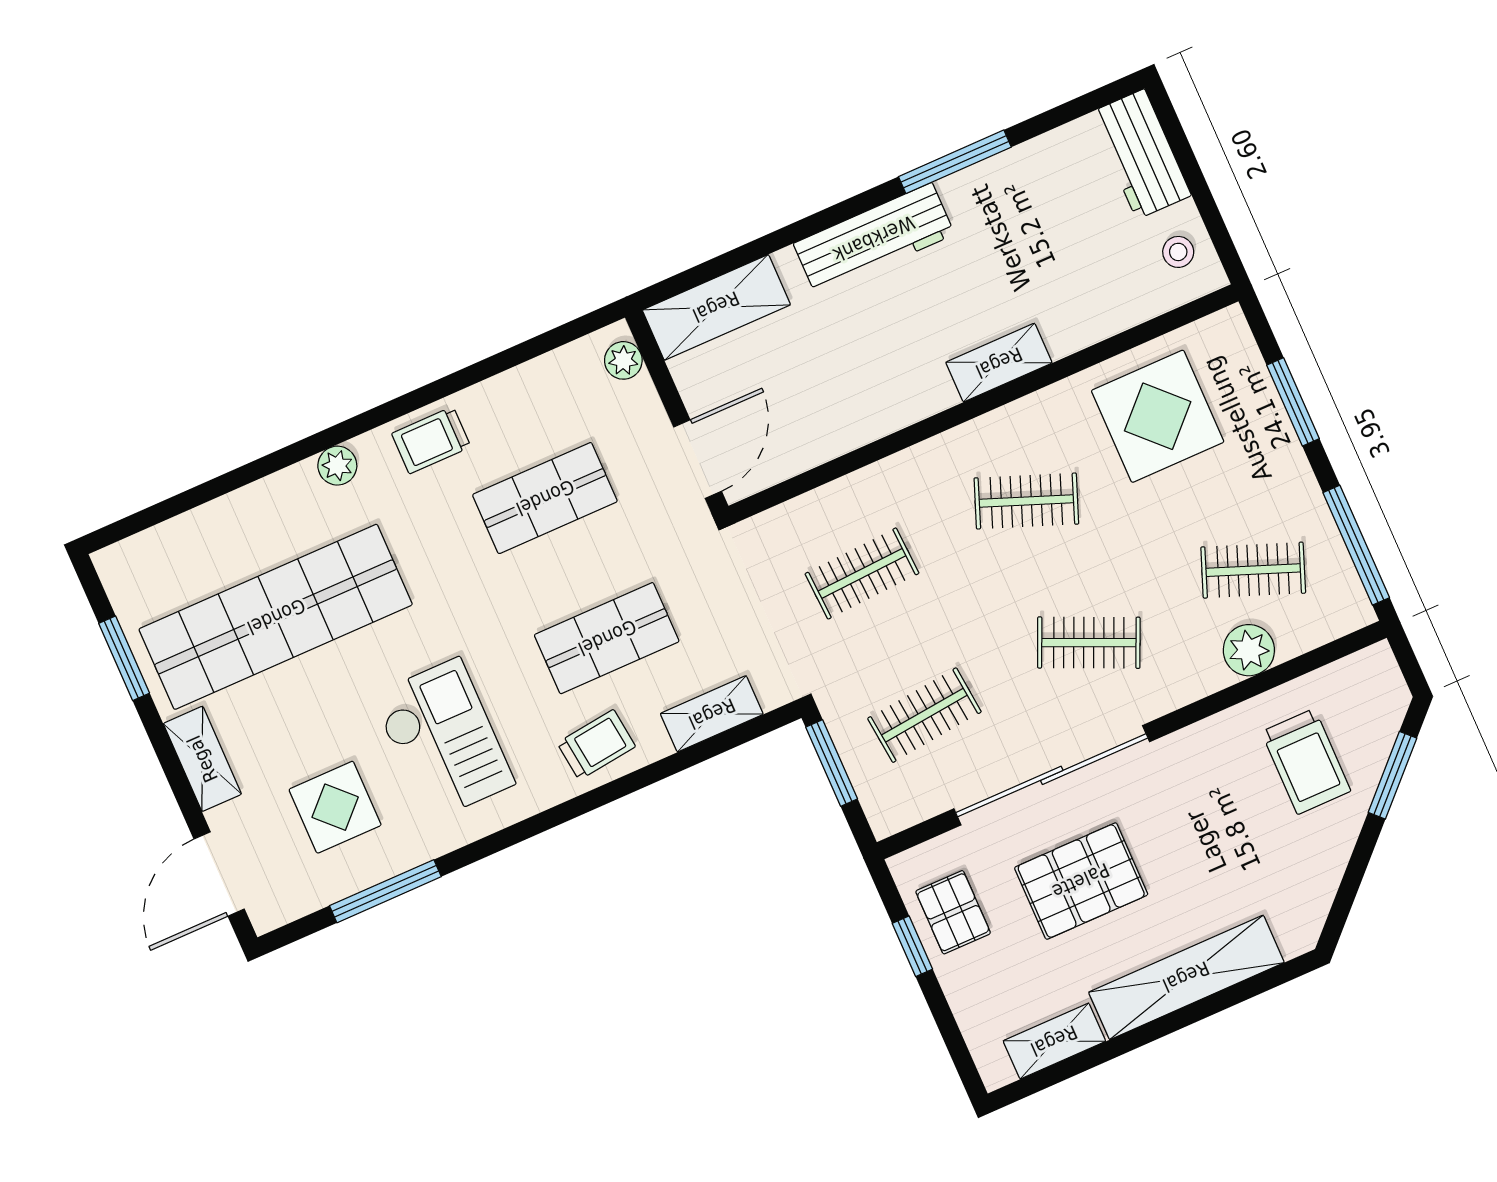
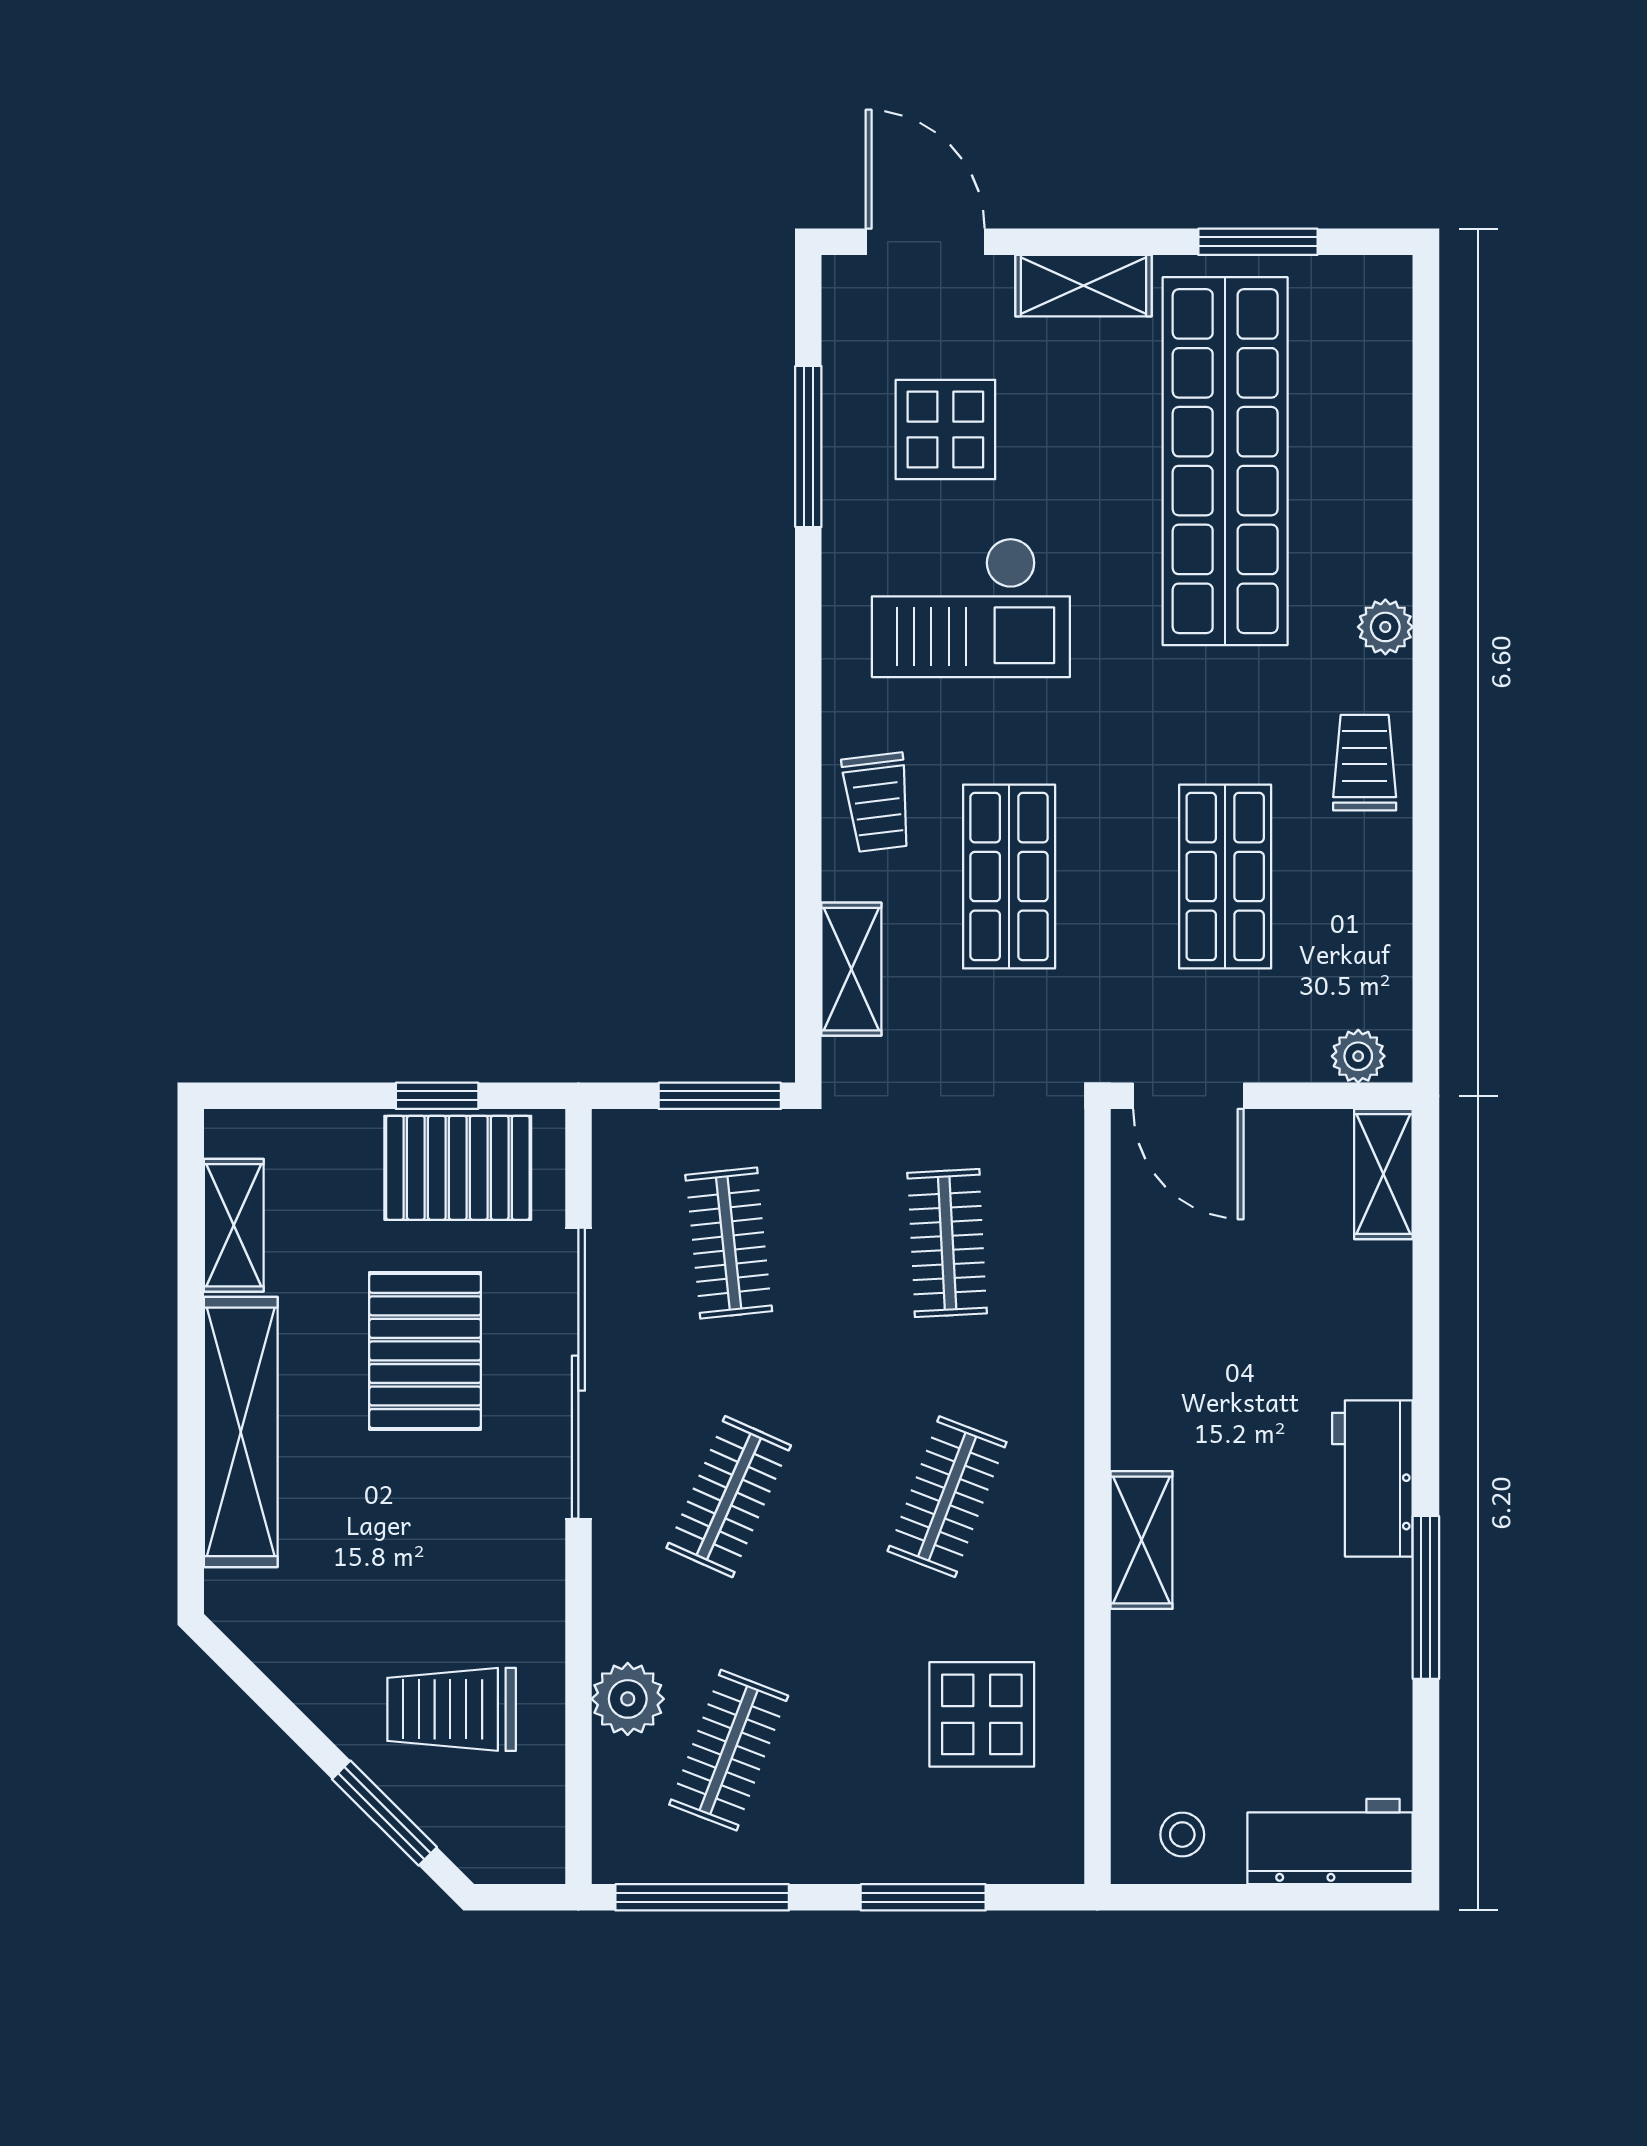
workbench: (874, 239) -> (1372, 1478), width x0.73
shelving: (716, 307) -> (1383, 1174), width x0.67, depth x0.75
display table: (1158, 416) -> (982, 1714), width x0.73, depth x0.73
pallet: (953, 912) -> (458, 1168), width x1.50, depth x1.42

